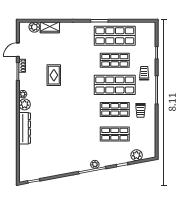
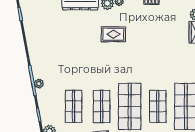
rug: (54, 75) -> (113, 34), moved

